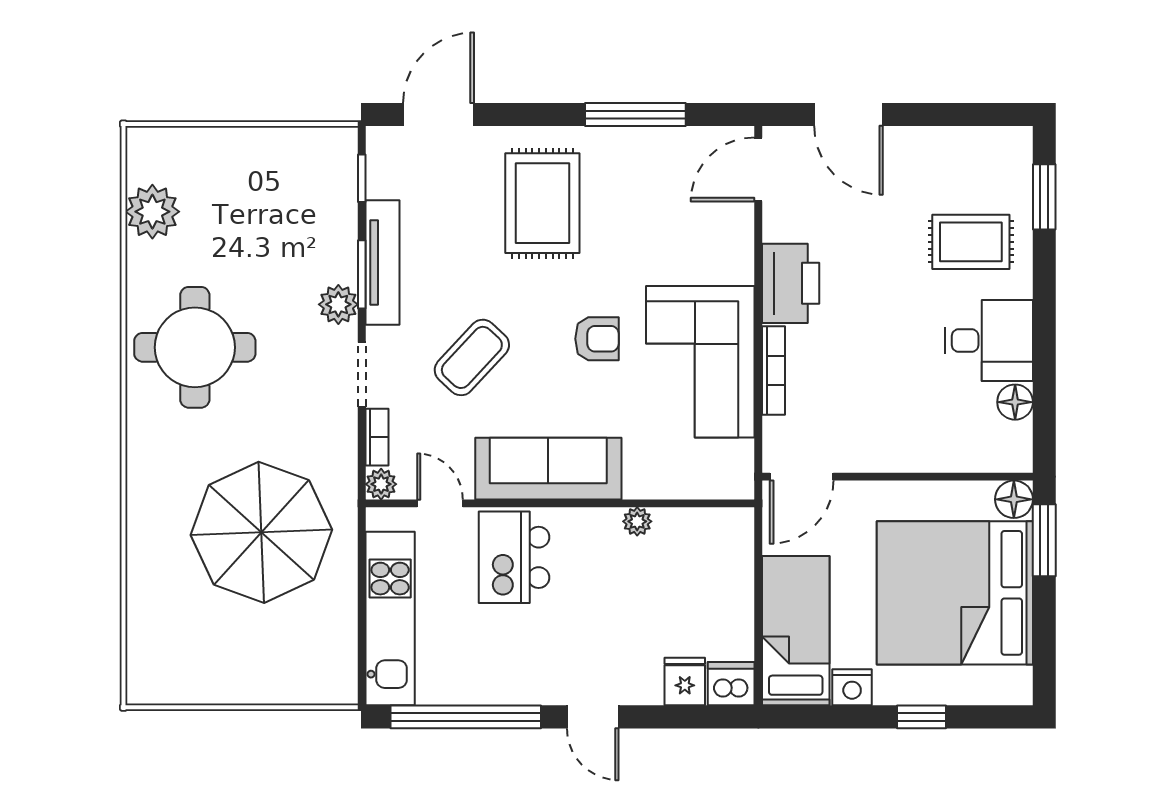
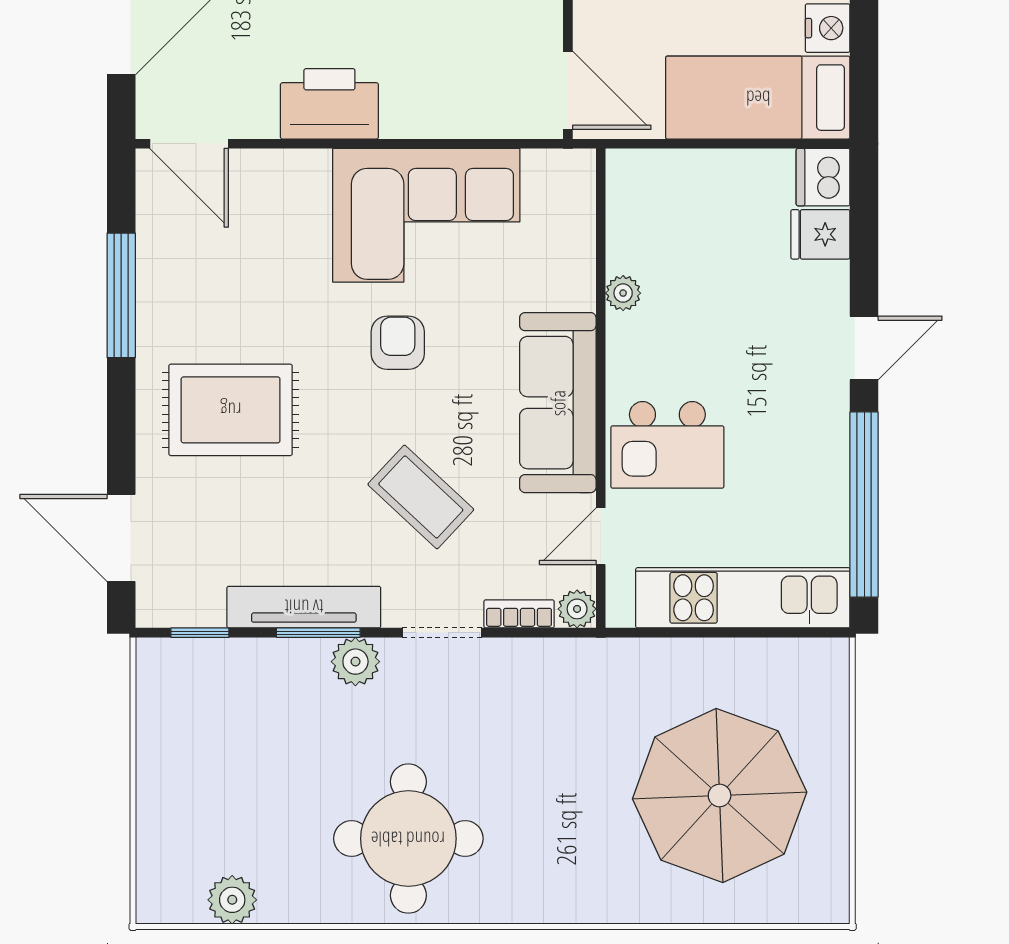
plant: (152, 212) -> (232, 900), width x0.73, depth x0.73
bookcase: (773, 371) -> (437, 125), removed
parasol: (261, 532) -> (720, 795), moved

